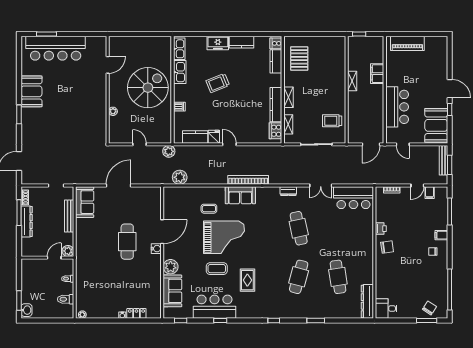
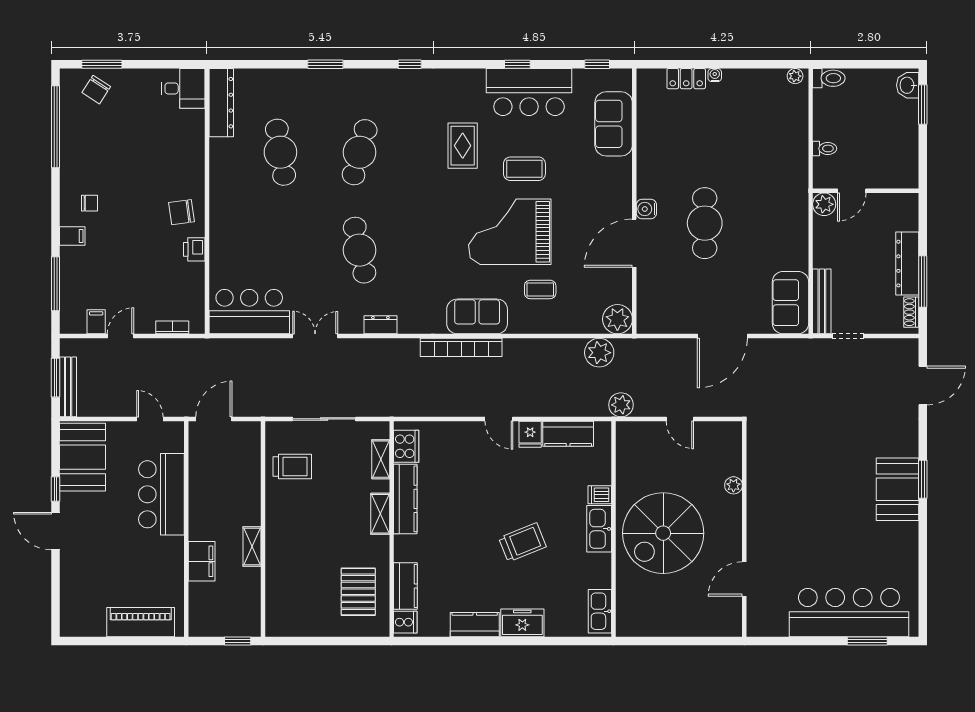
kitchen sink: (180, 72) -> (599, 529), moved
booth: (31, 91) -> (898, 489), moved
bench: (69, 216) -> (822, 301), moved
plant: (171, 267) -> (617, 319), moved
toilet: (66, 299) -> (829, 78), moved

